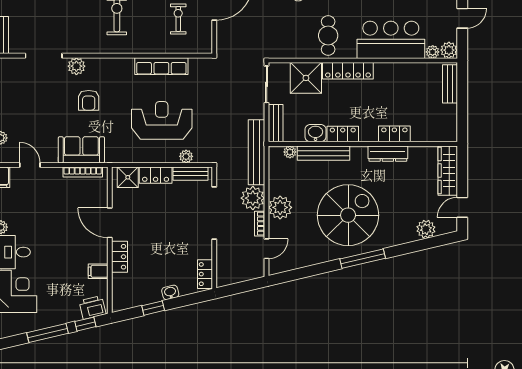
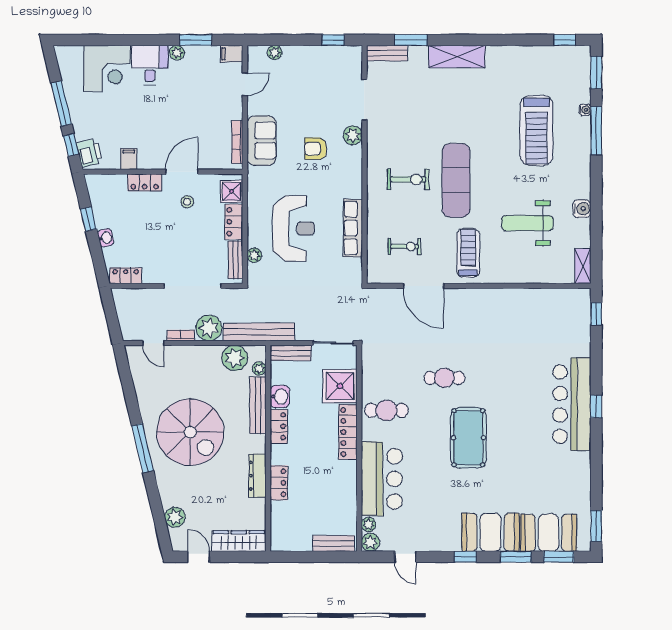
plant: (280, 207) -> (235, 358), moved
stool: (137, 218) -> (187, 202), added

